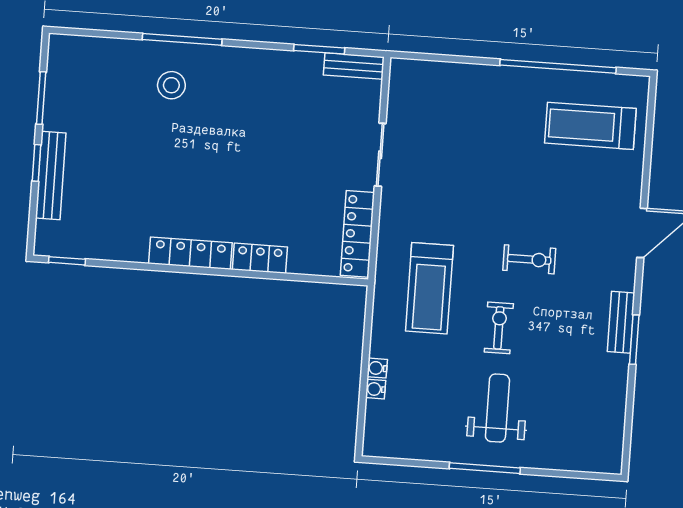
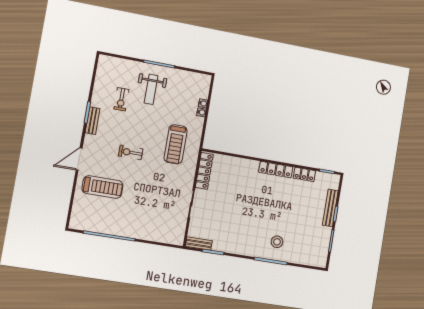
treadmill: (590, 126) -> (103, 187), moved
locker: (260, 258) -> (304, 174), moved
treadmill: (429, 288) -> (176, 144), turned 180
exercise bike: (499, 328) -> (121, 99), moved

